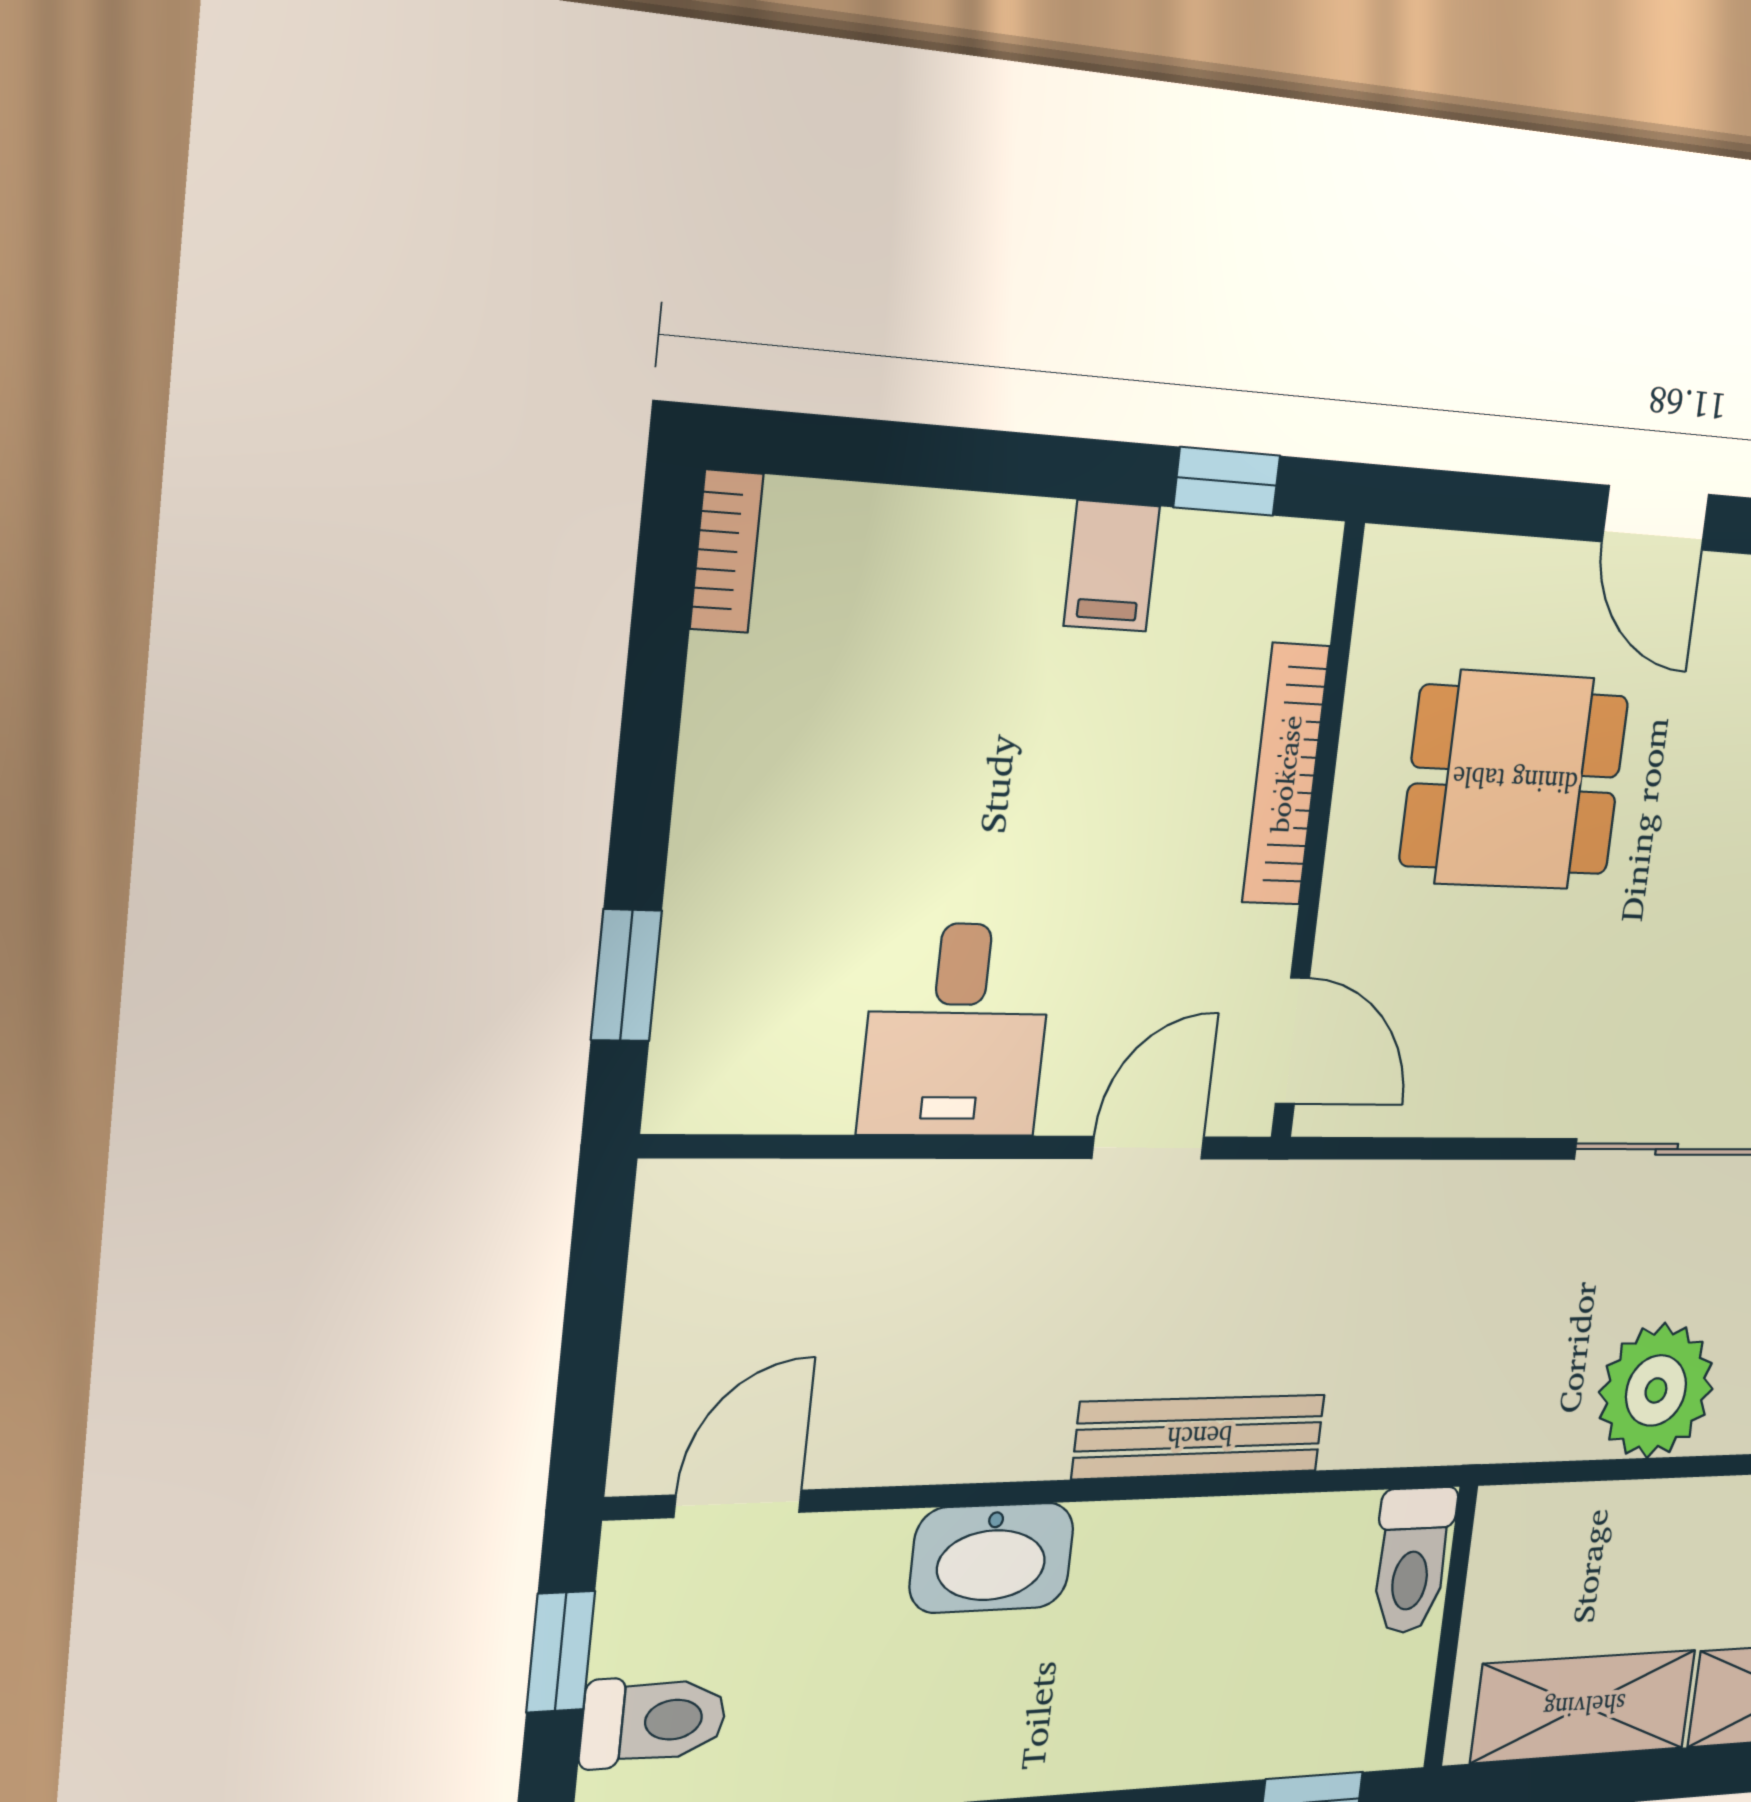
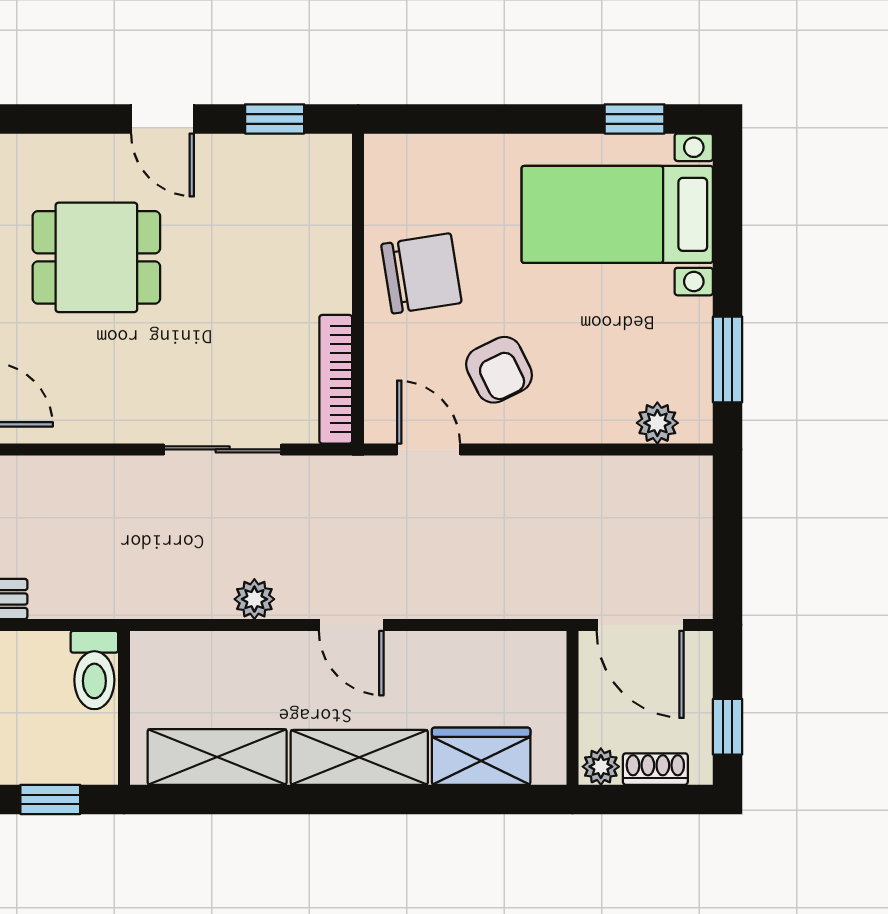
plant: (1656, 1390) -> (254, 599), width x0.53, depth x0.53

